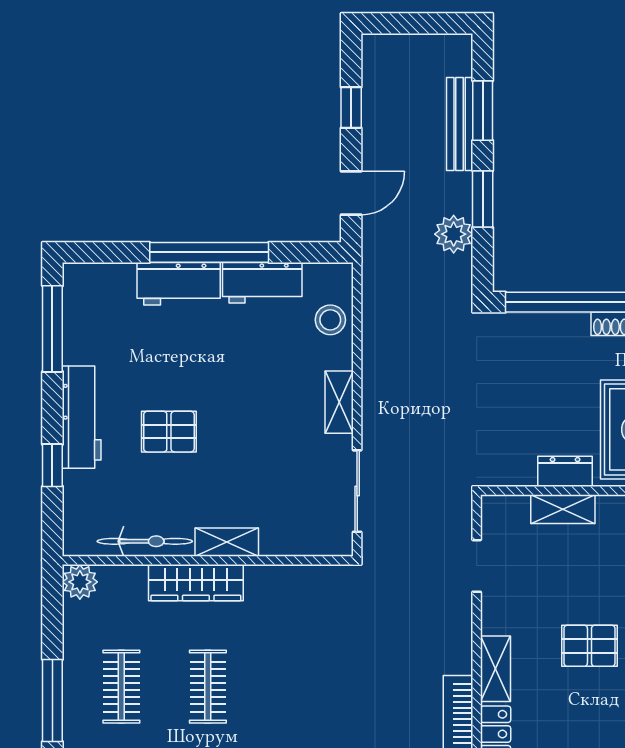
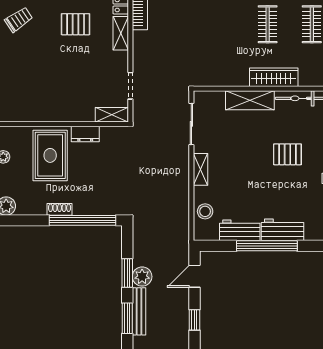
plant: (454, 234) -> (142, 277), moved
shelving: (563, 509) -> (112, 115), moved
shelving: (227, 542) -> (250, 100), width x1.50, depth x1.33
pallet: (589, 646) -> (76, 24), moved

